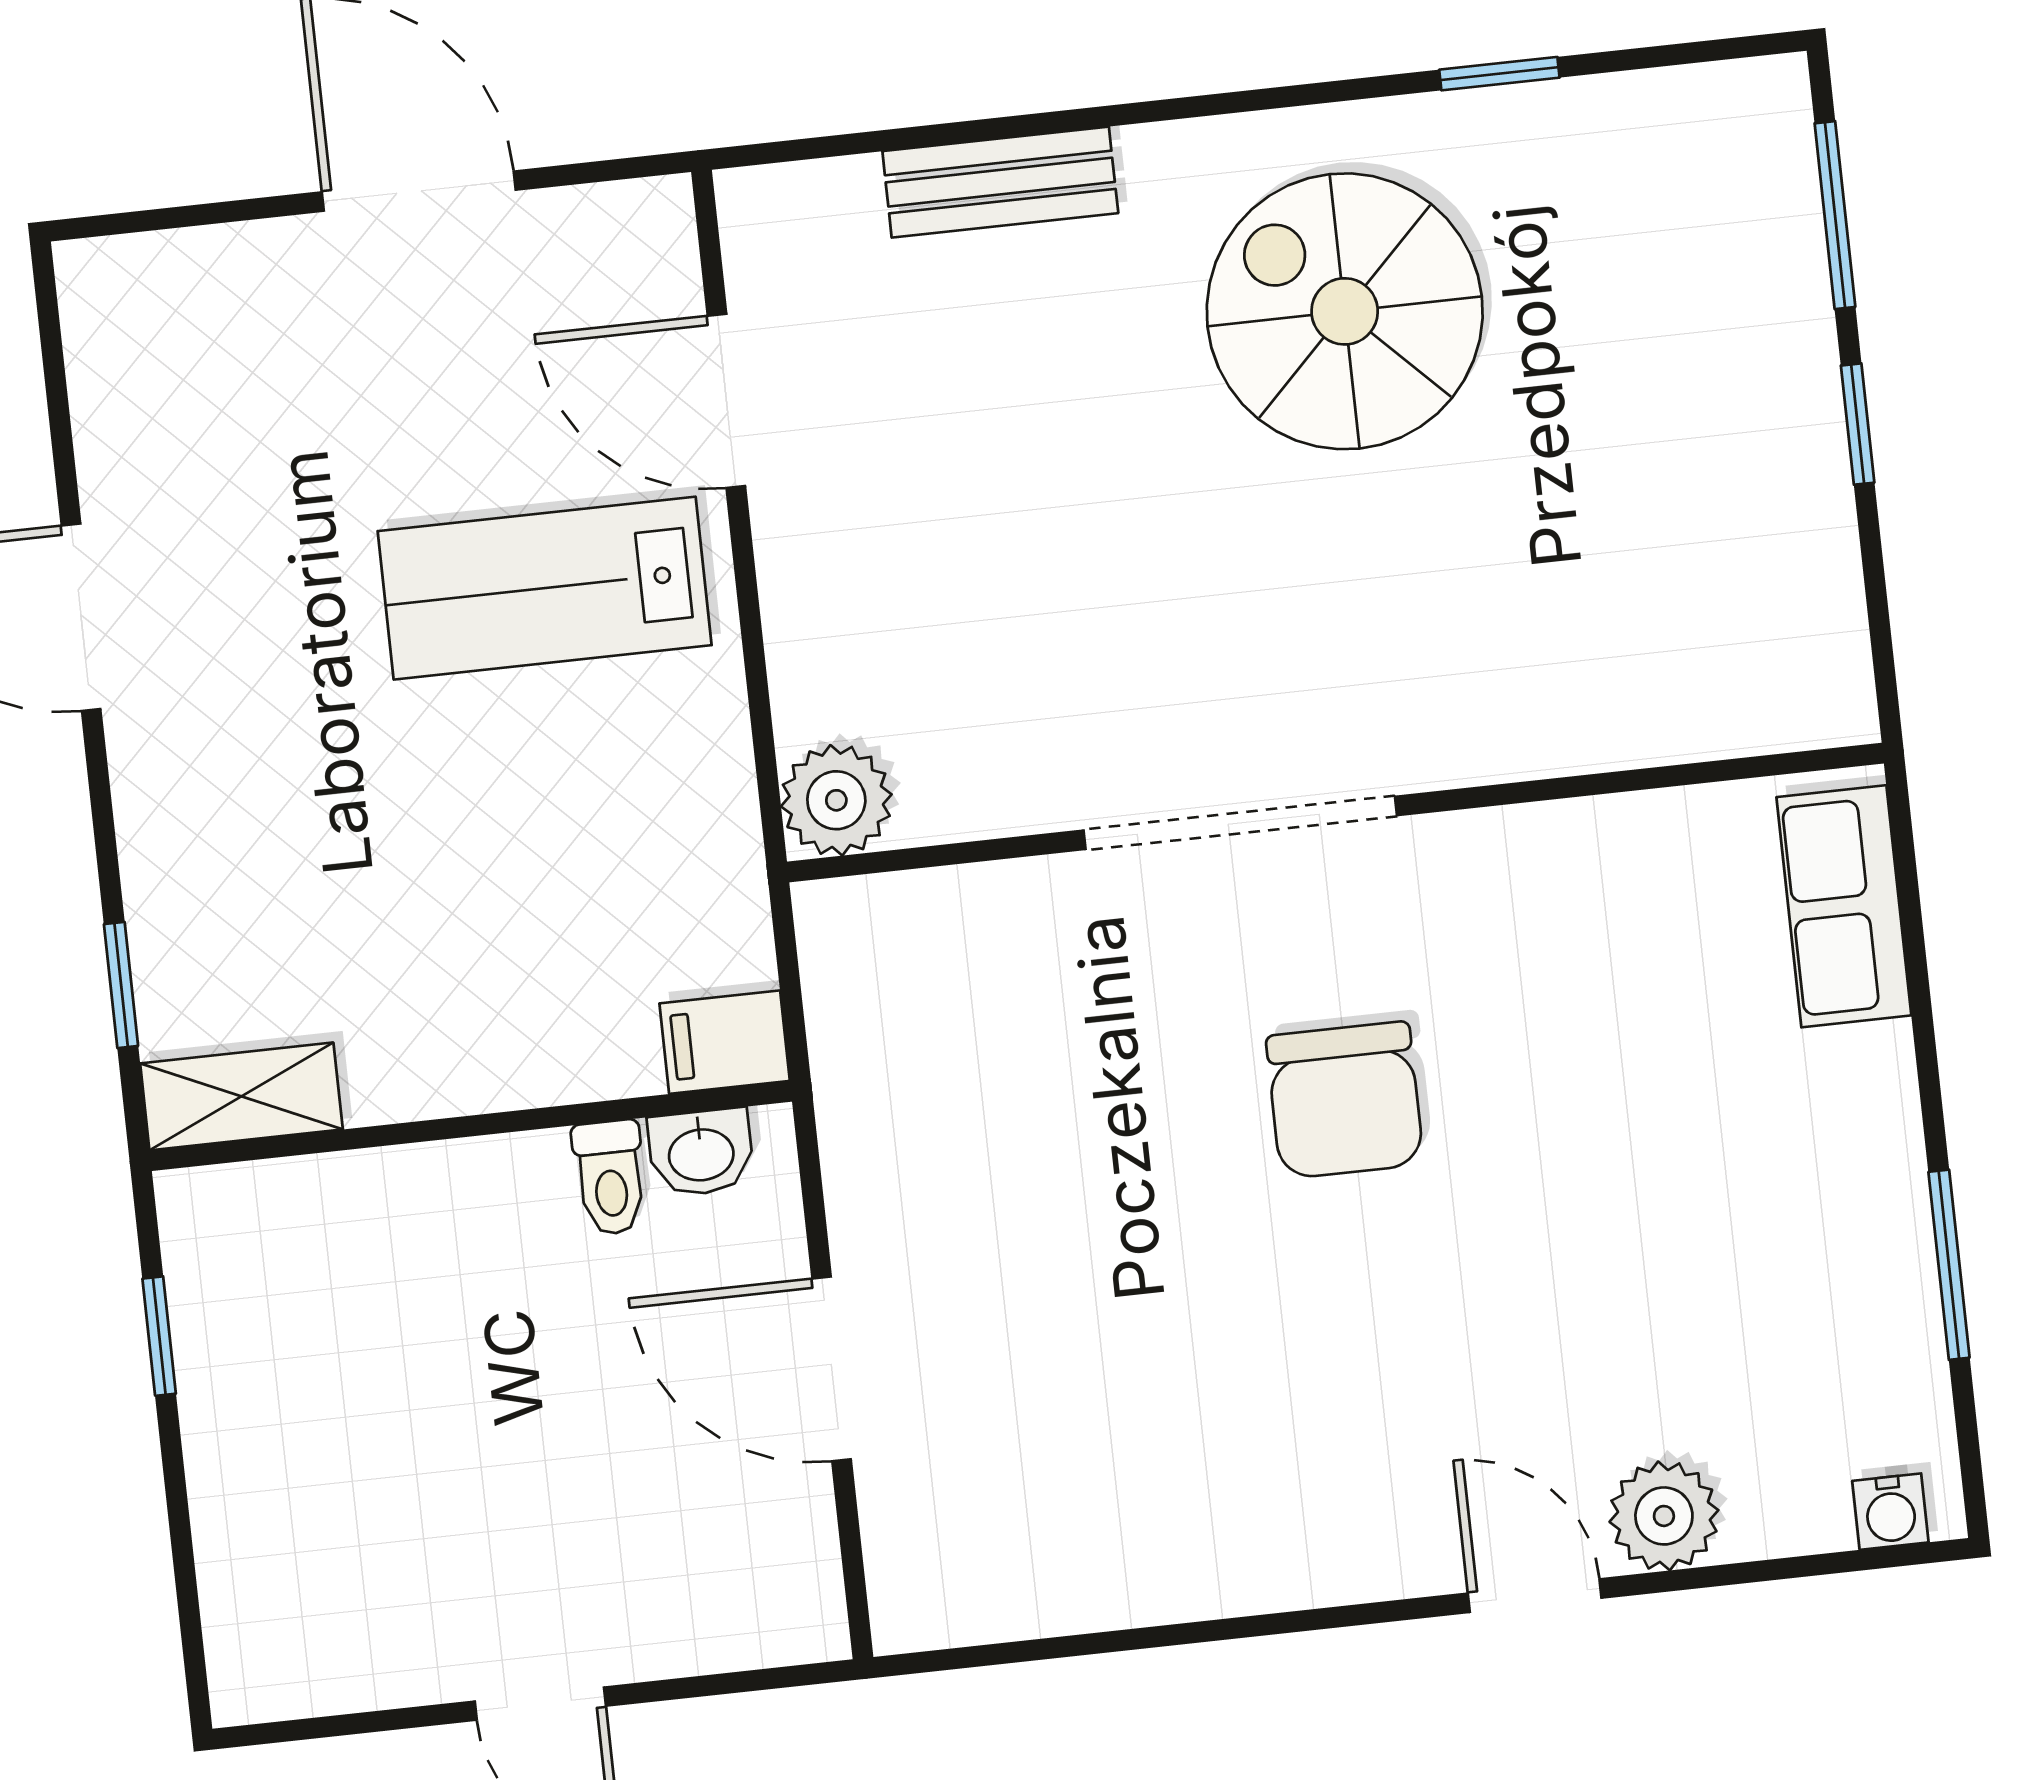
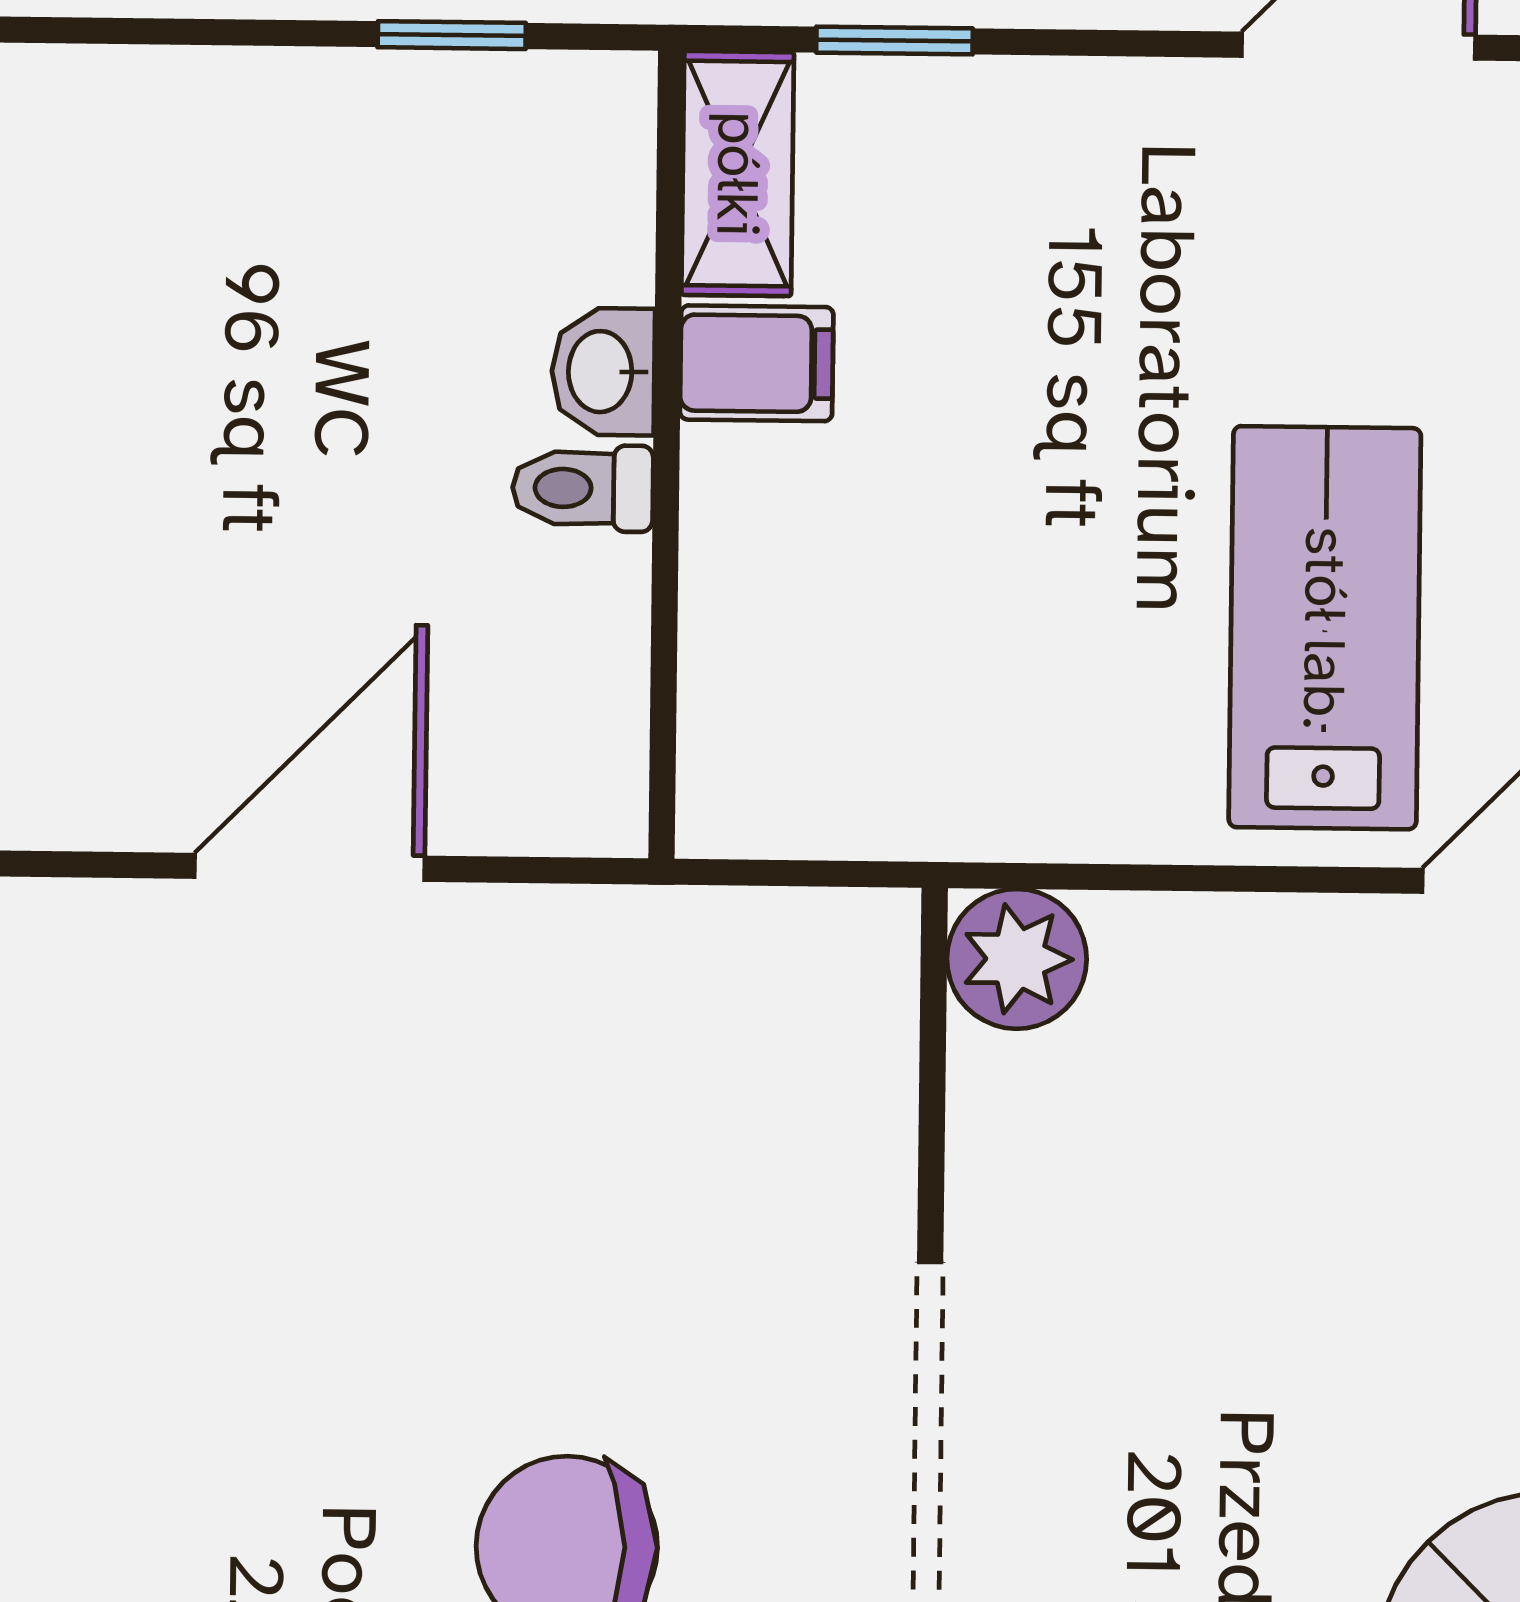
filing cabinet: (725, 1042) -> (757, 363), moved, turned 90
washbasin: (701, 1152) -> (603, 372), moved
toilet: (610, 1178) -> (583, 488), moved

